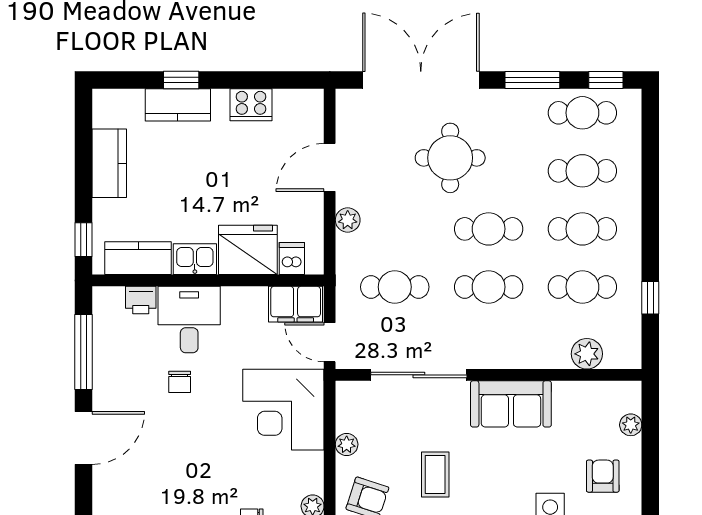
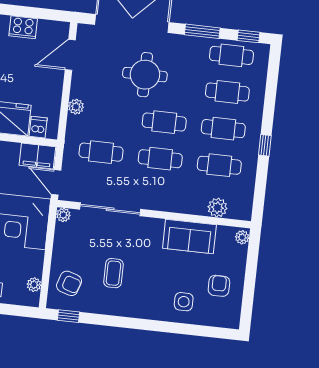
door: (330, 167) -> (70, 55), moved
window: (650, 298) -> (265, 145), moved
sofa: (511, 404) -> (189, 237), moved
plant: (631, 425) -> (242, 237), moved
plant: (347, 444) -> (63, 215), moved

